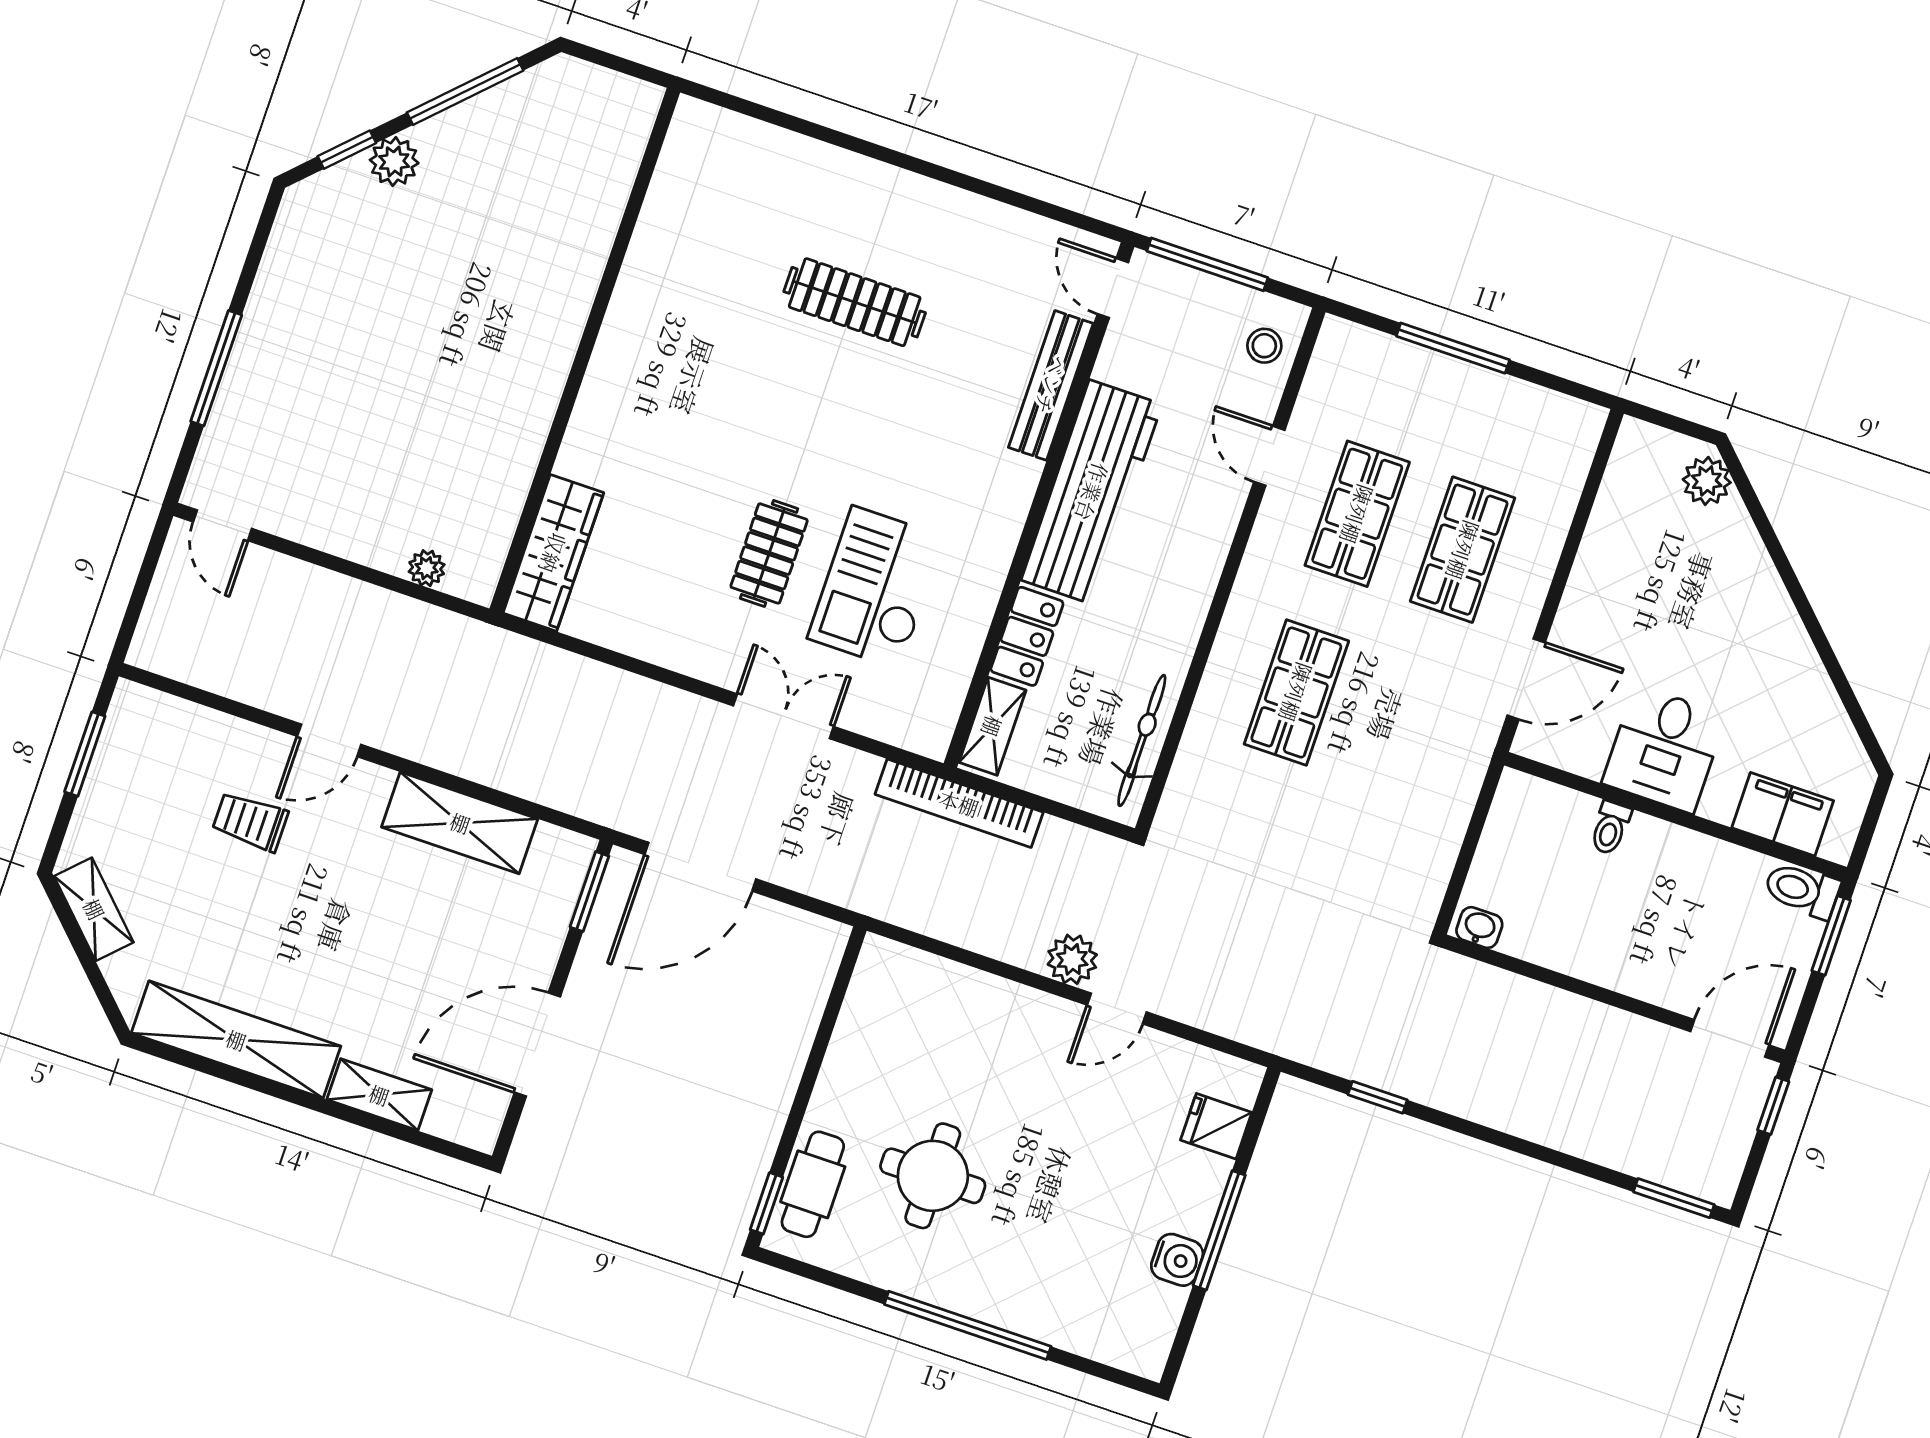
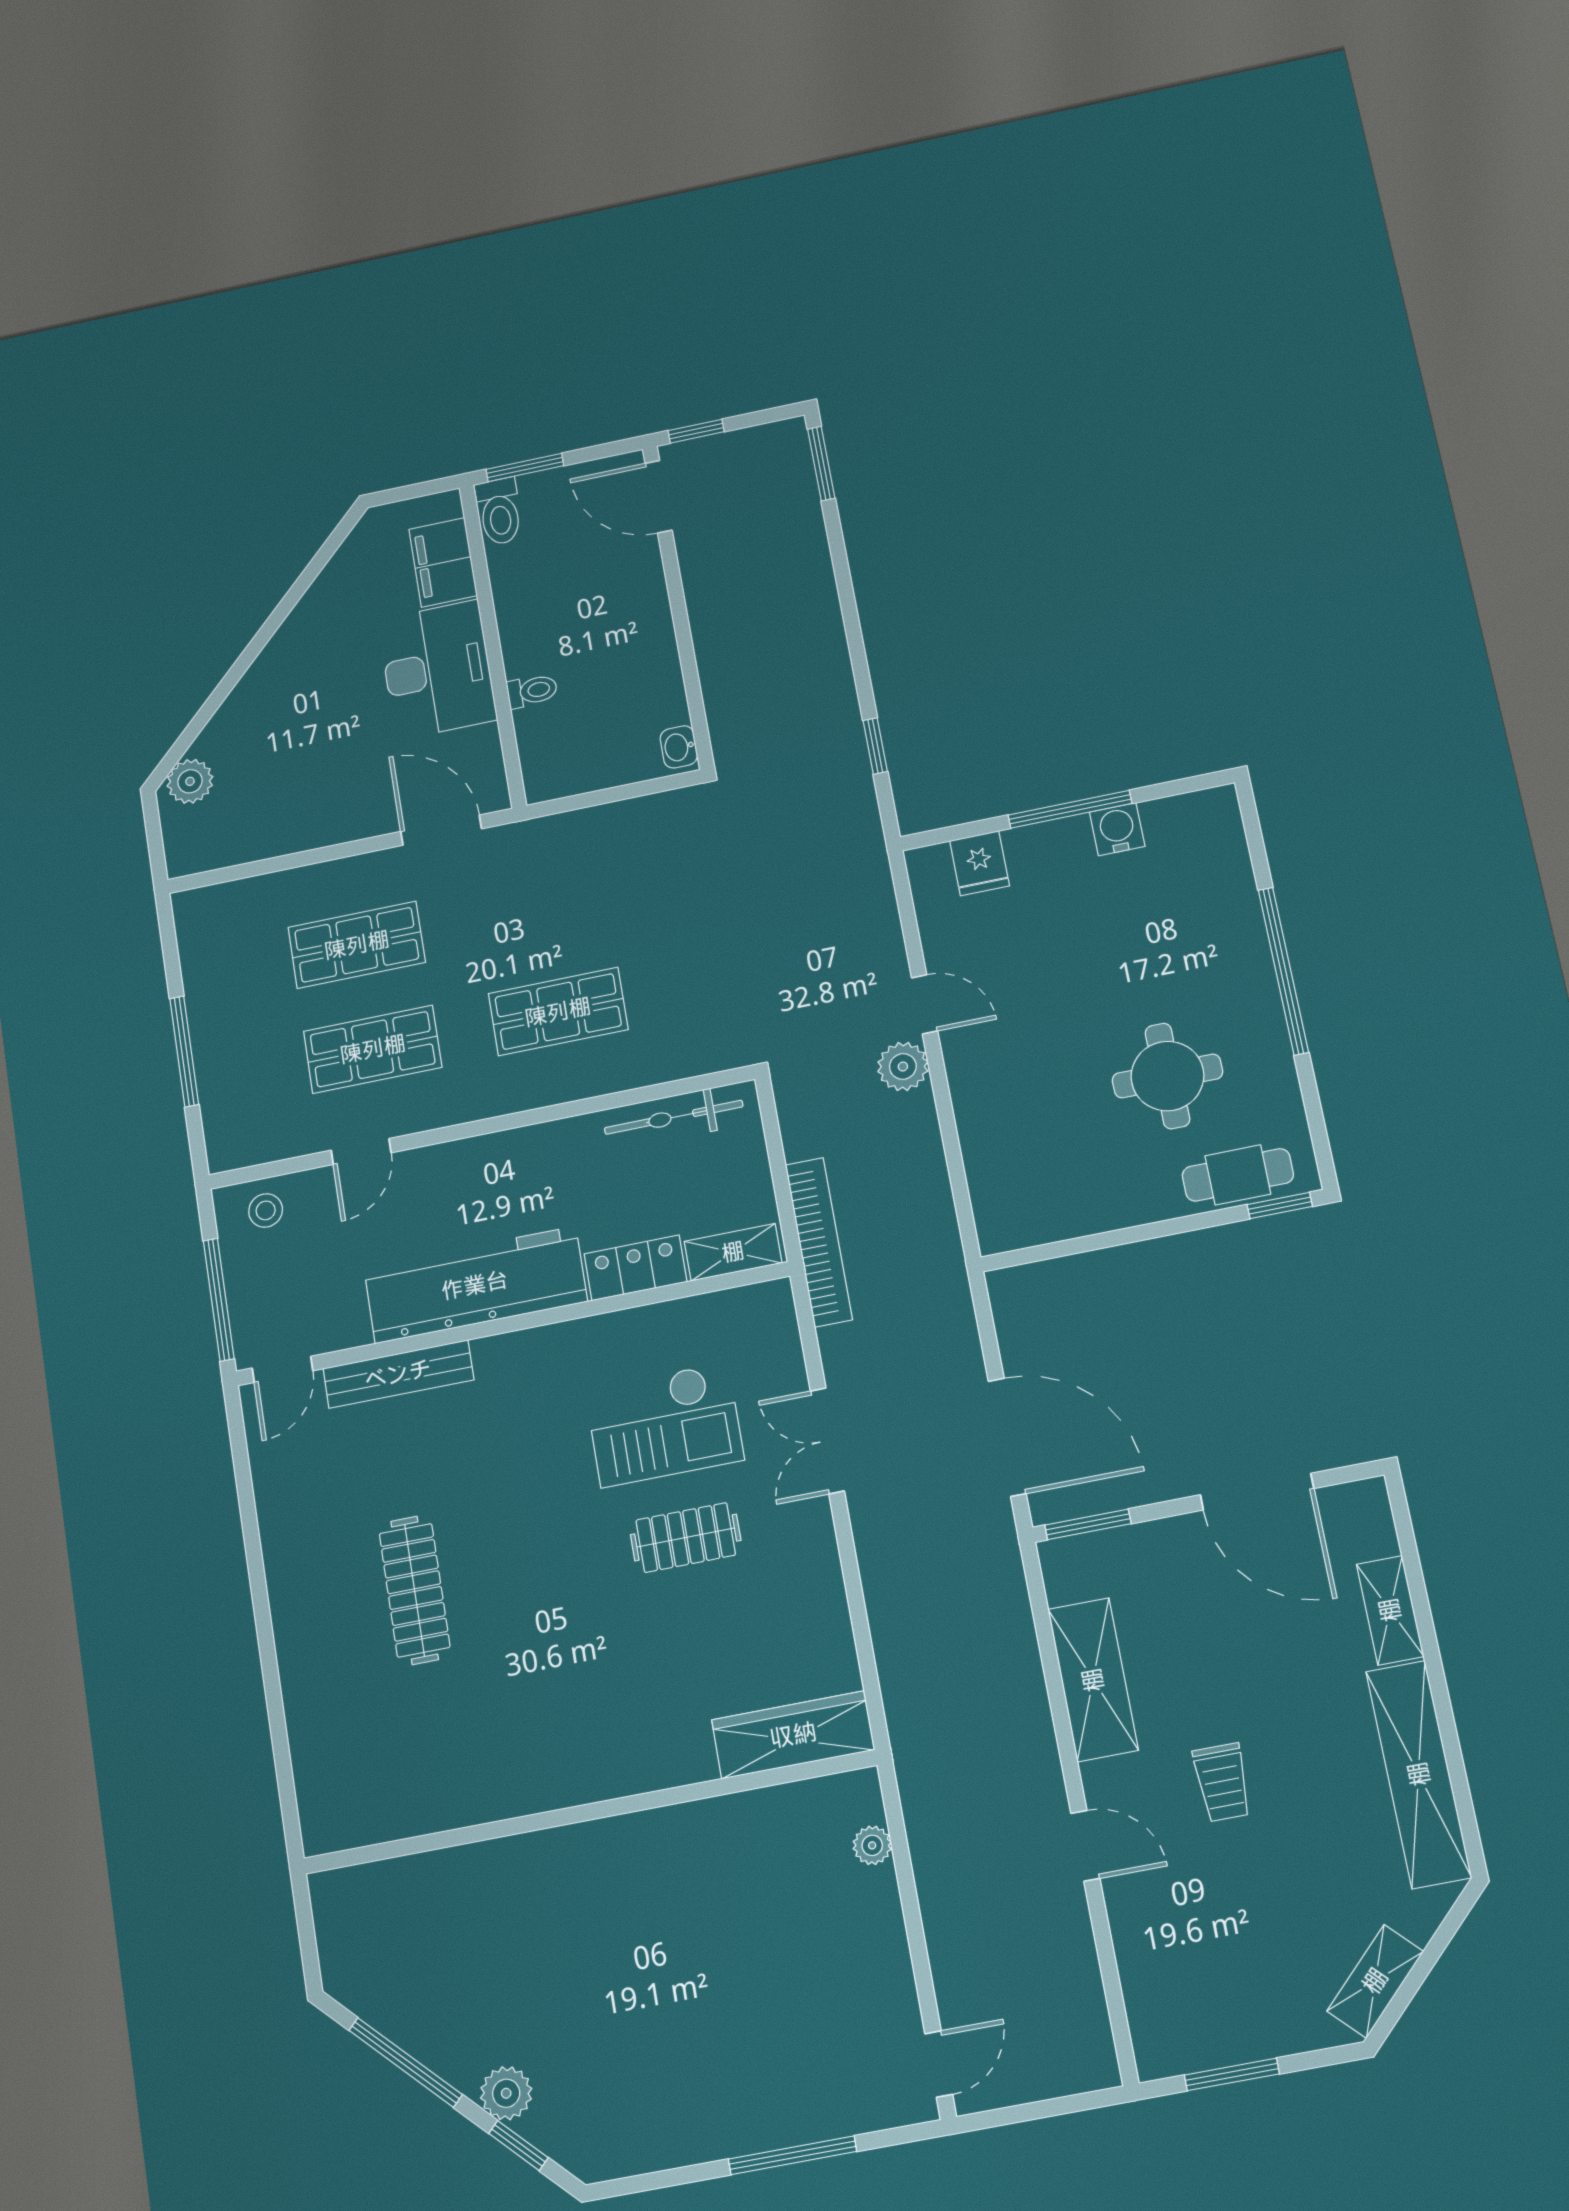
desk: (1664, 749) -> (437, 670), width x1.37
trolley: (250, 822) -> (1222, 1782), moved

